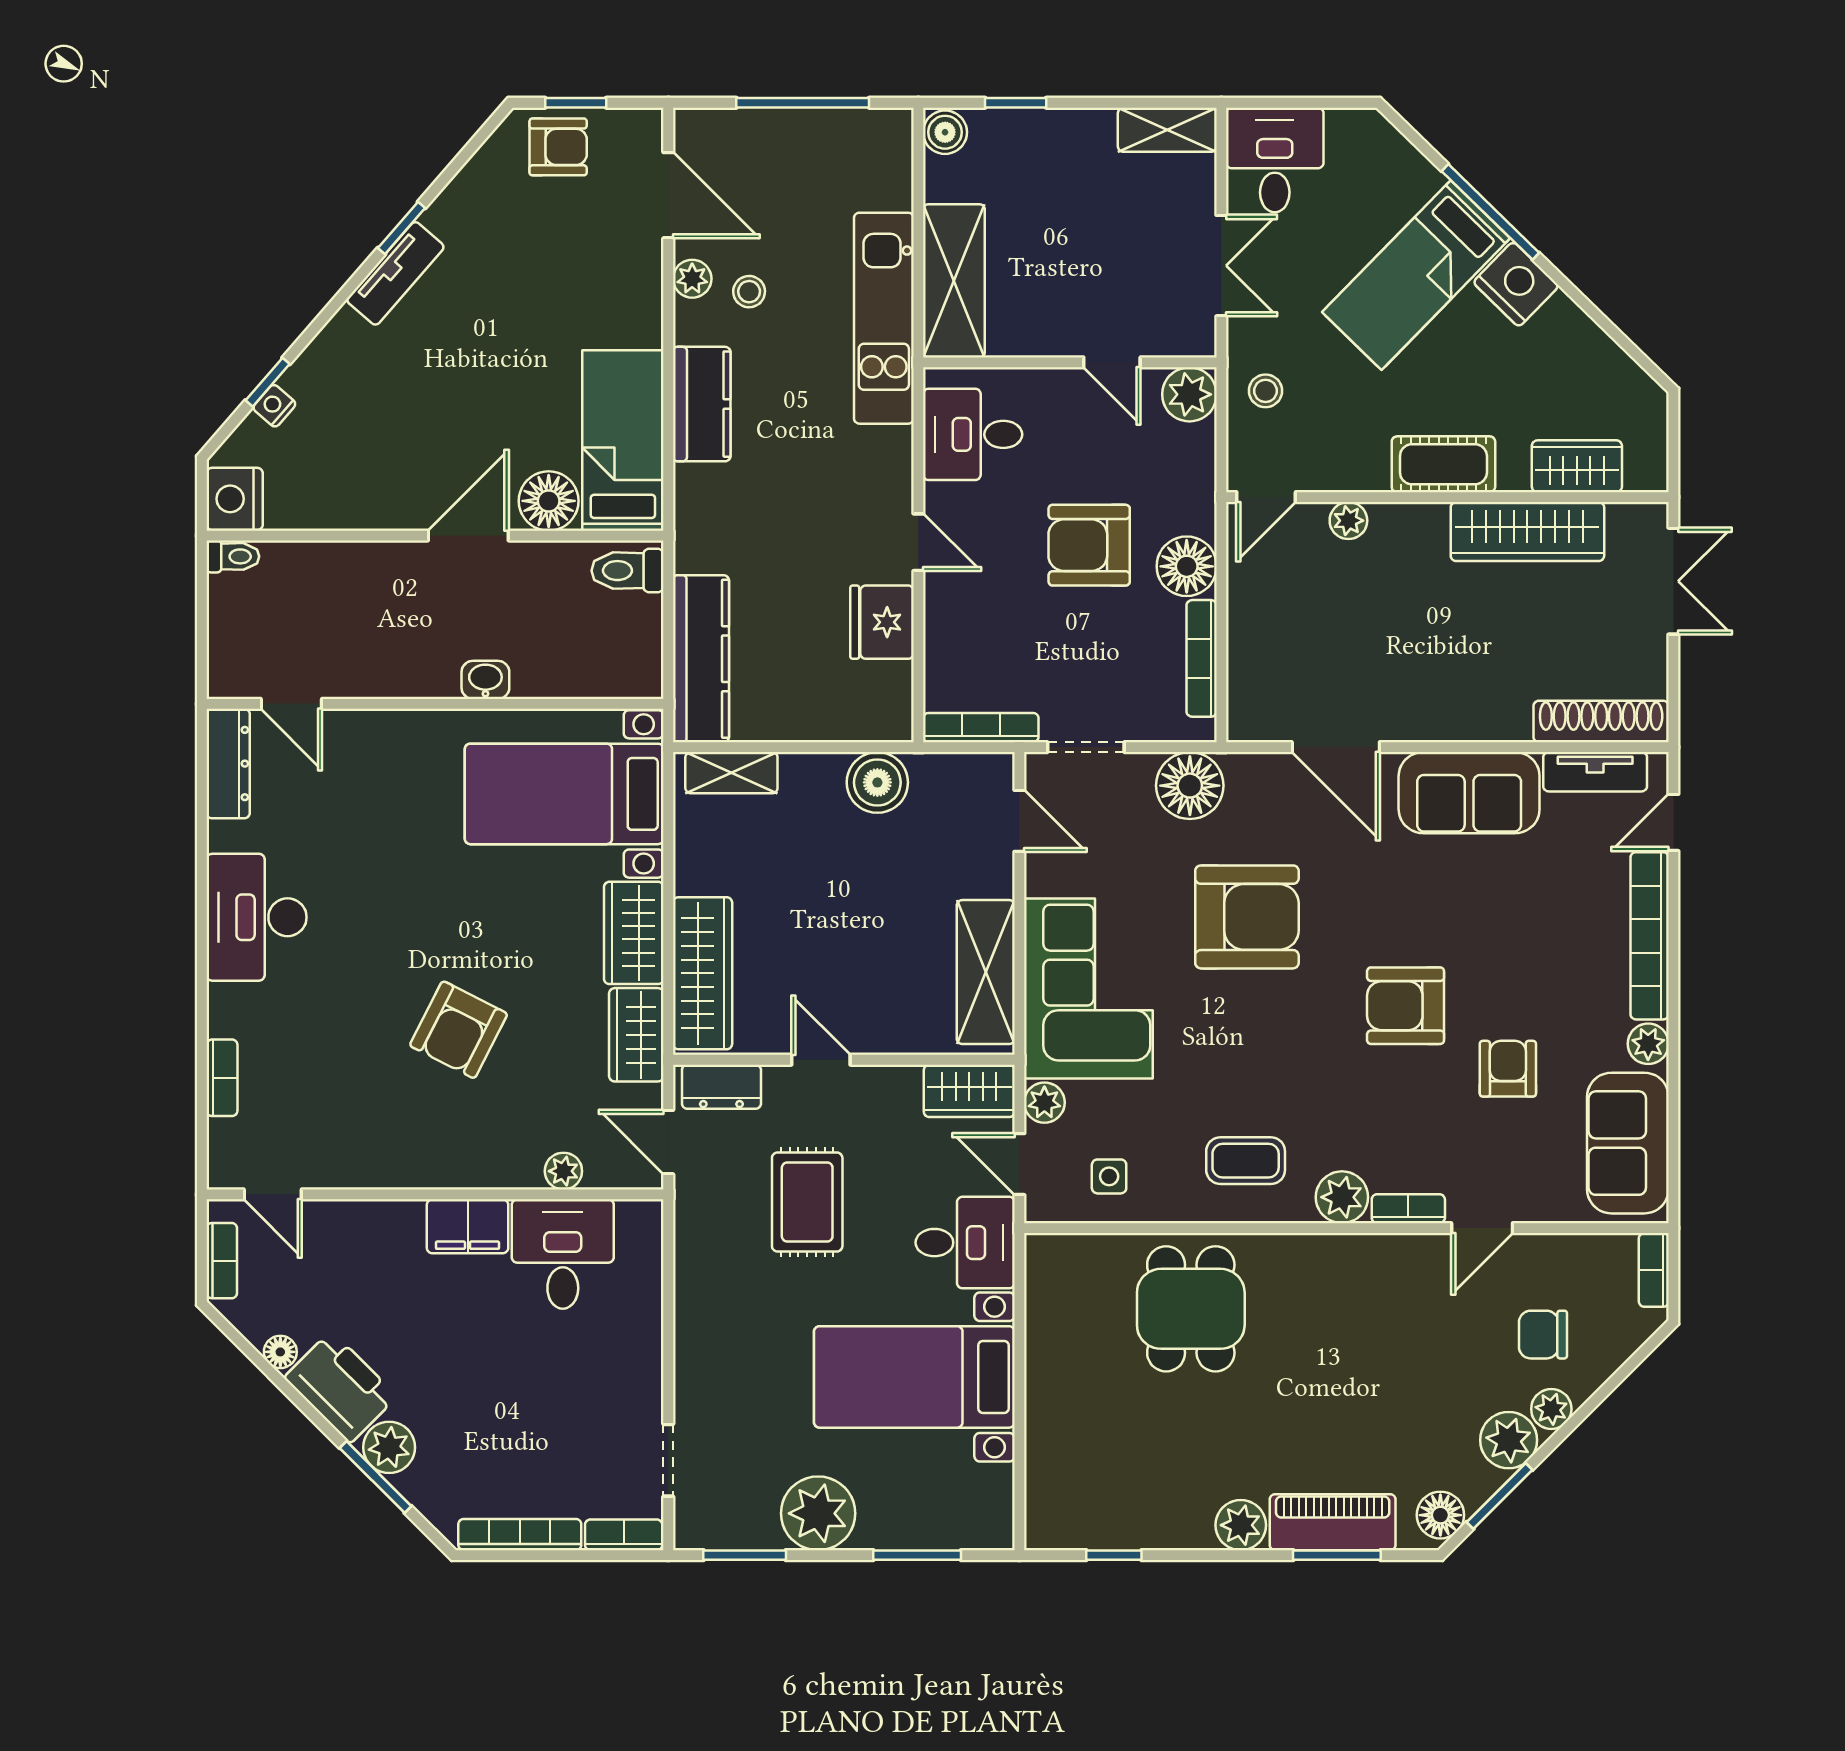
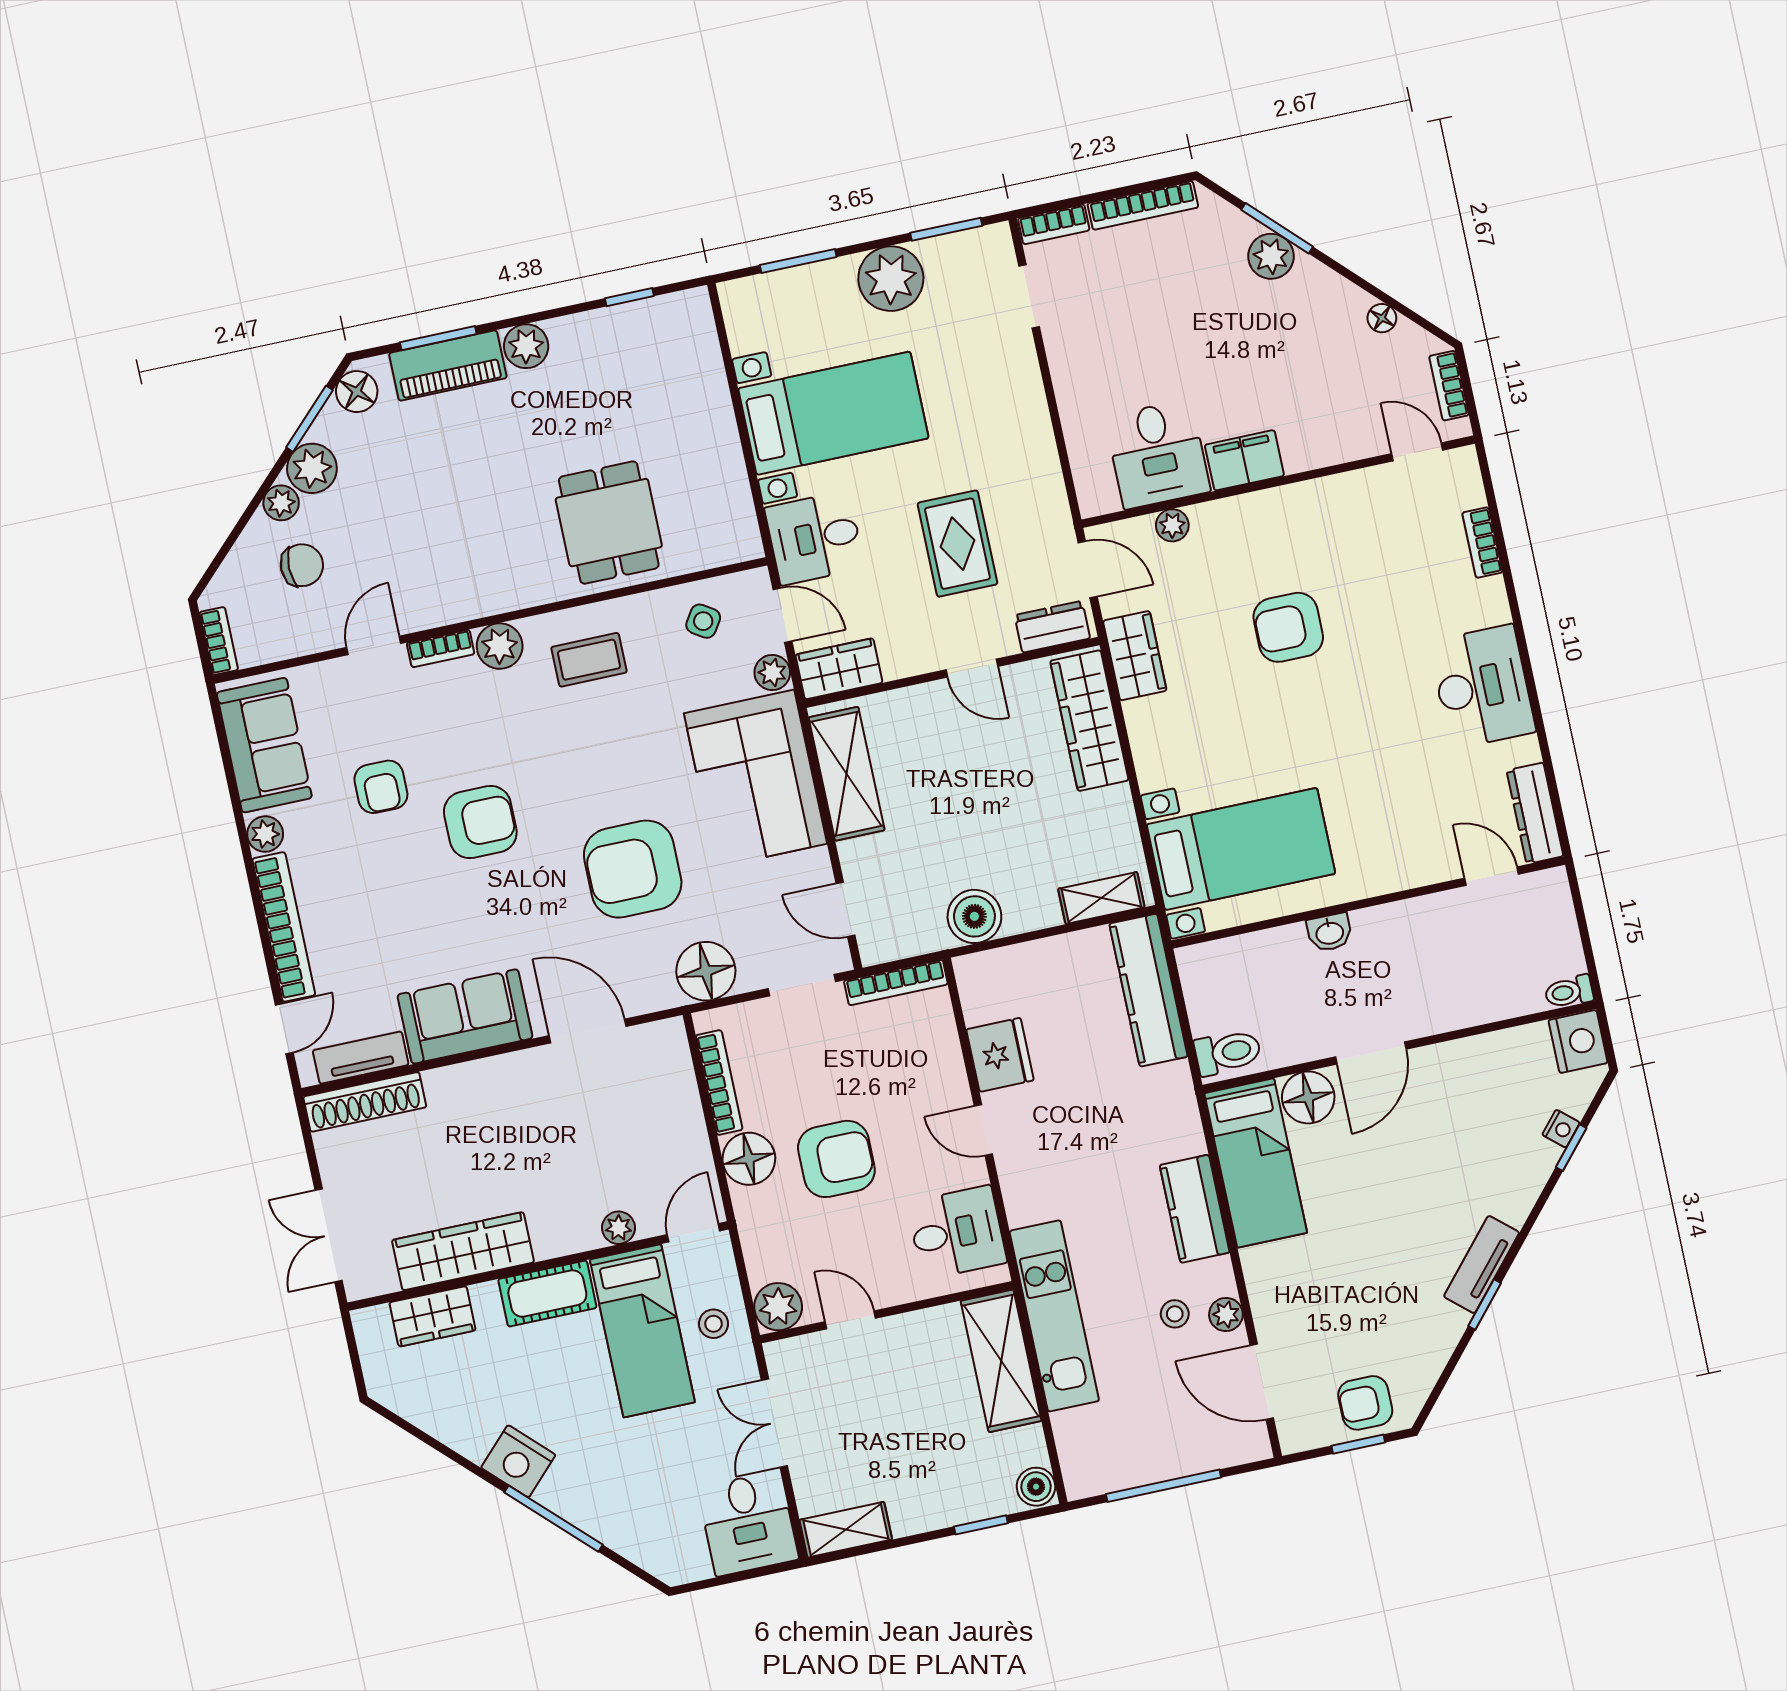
bed: (1416, 275) -> (642, 1331), moved, turned 136
wardrobe: (634, 933) -> (1156, 743), removed
armchair: (459, 1030) -> (1288, 627), turned -117
side table: (1109, 1176) -> (703, 621), turned 33
printer: (340, 1387) -> (1324, 299), removed

